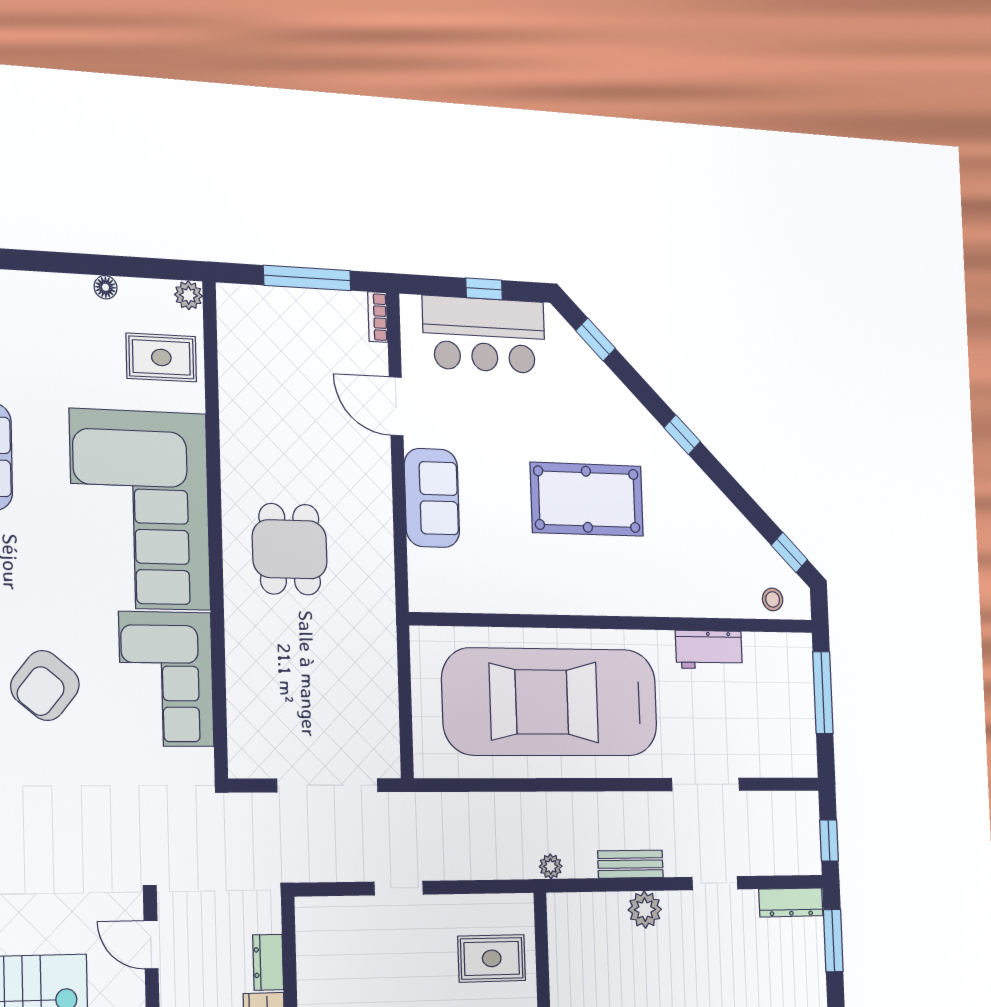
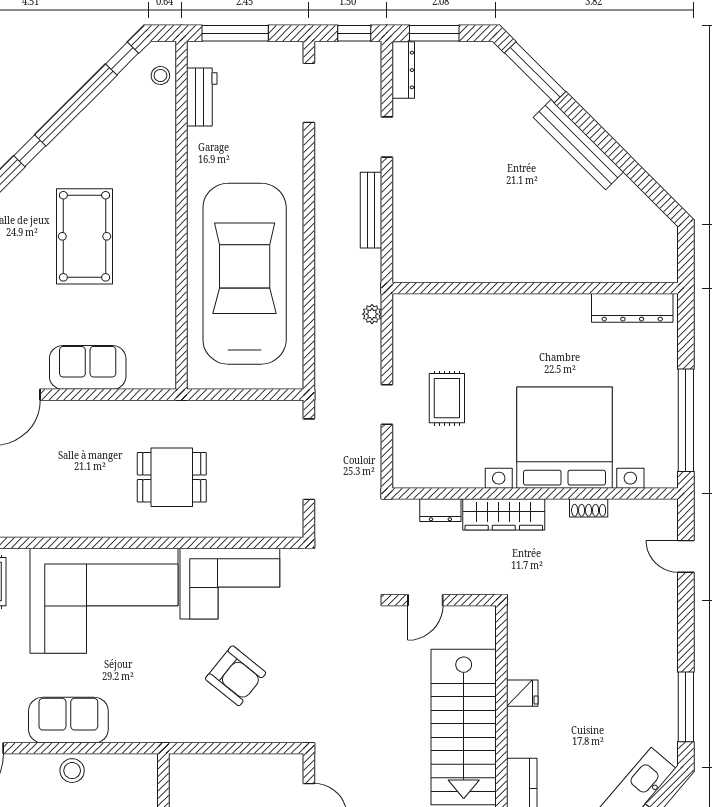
dining table: (290, 549) -> (172, 477), moved
workbench: (709, 650) -> (202, 97), moved
car: (550, 702) -> (245, 274), turned 180
doorway: (706, 784) -> (309, 93), moved
bench: (630, 864) -> (371, 210), width x1.36
plant: (551, 866) -> (372, 314), moved
plant: (645, 910) -> (407, 199), removed
rug: (492, 958) -> (447, 398), moved

